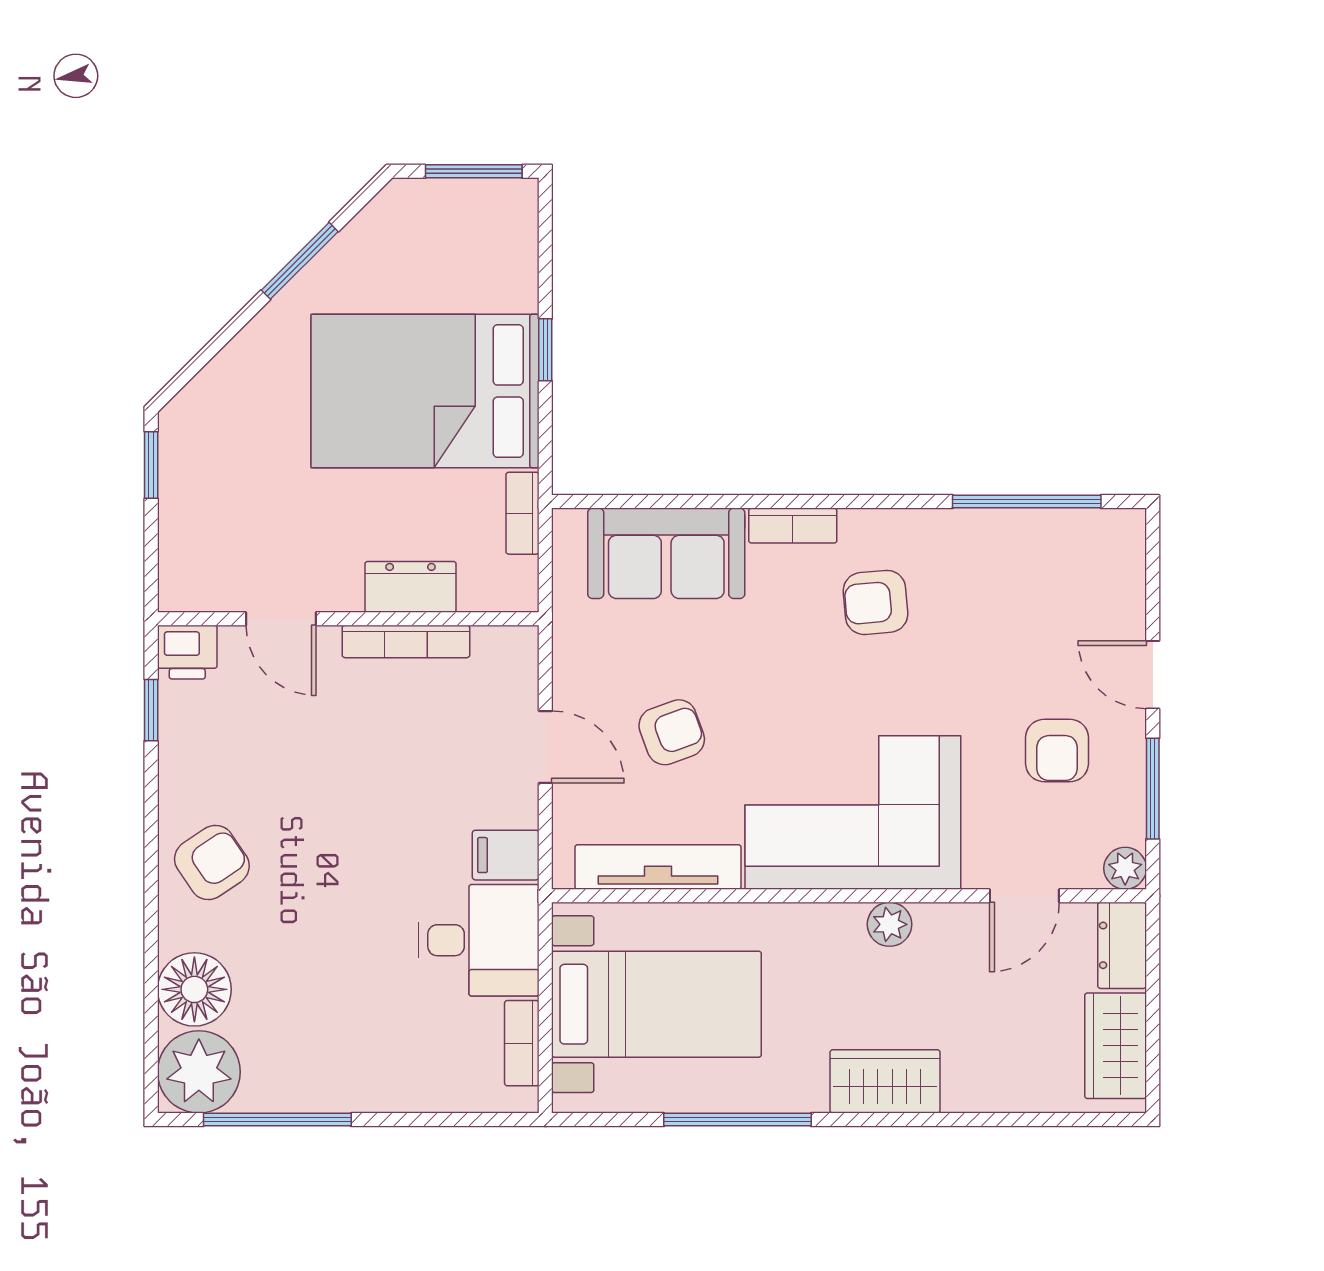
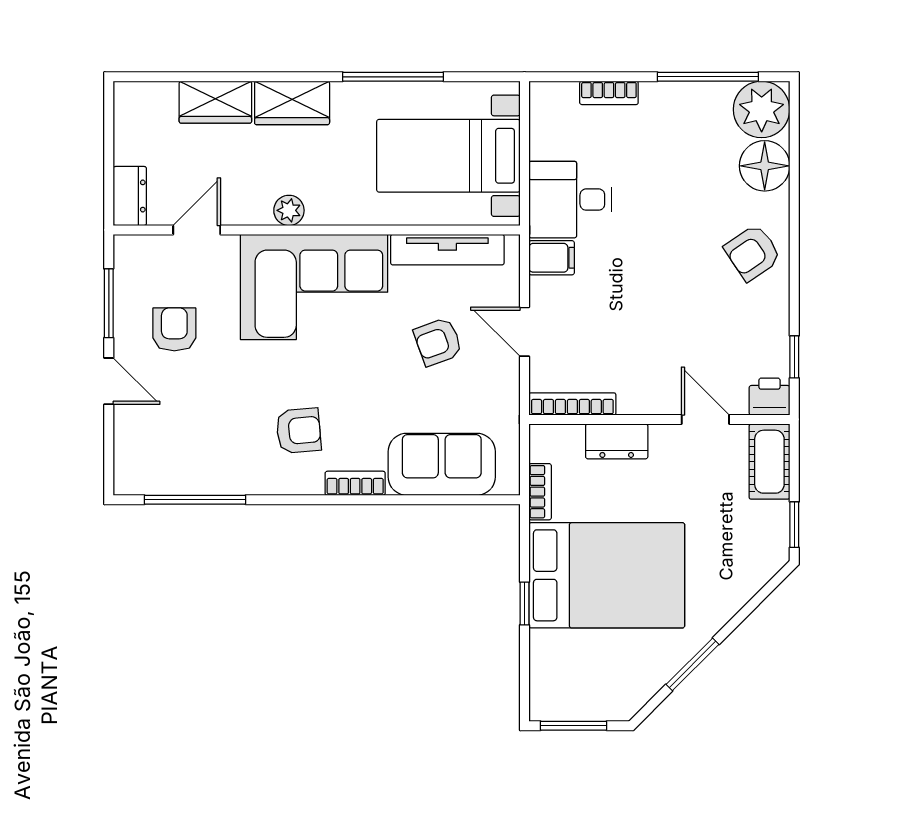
cot: (187, 557) -> (769, 462), added
bookcase: (406, 641) -> (572, 404), moved
plant: (1125, 868) -> (128, 249), removed
bookcase: (522, 1043) -> (609, 93), moved, turned 90
wardrobe: (1116, 1046) -> (215, 102), moved, turned 90

